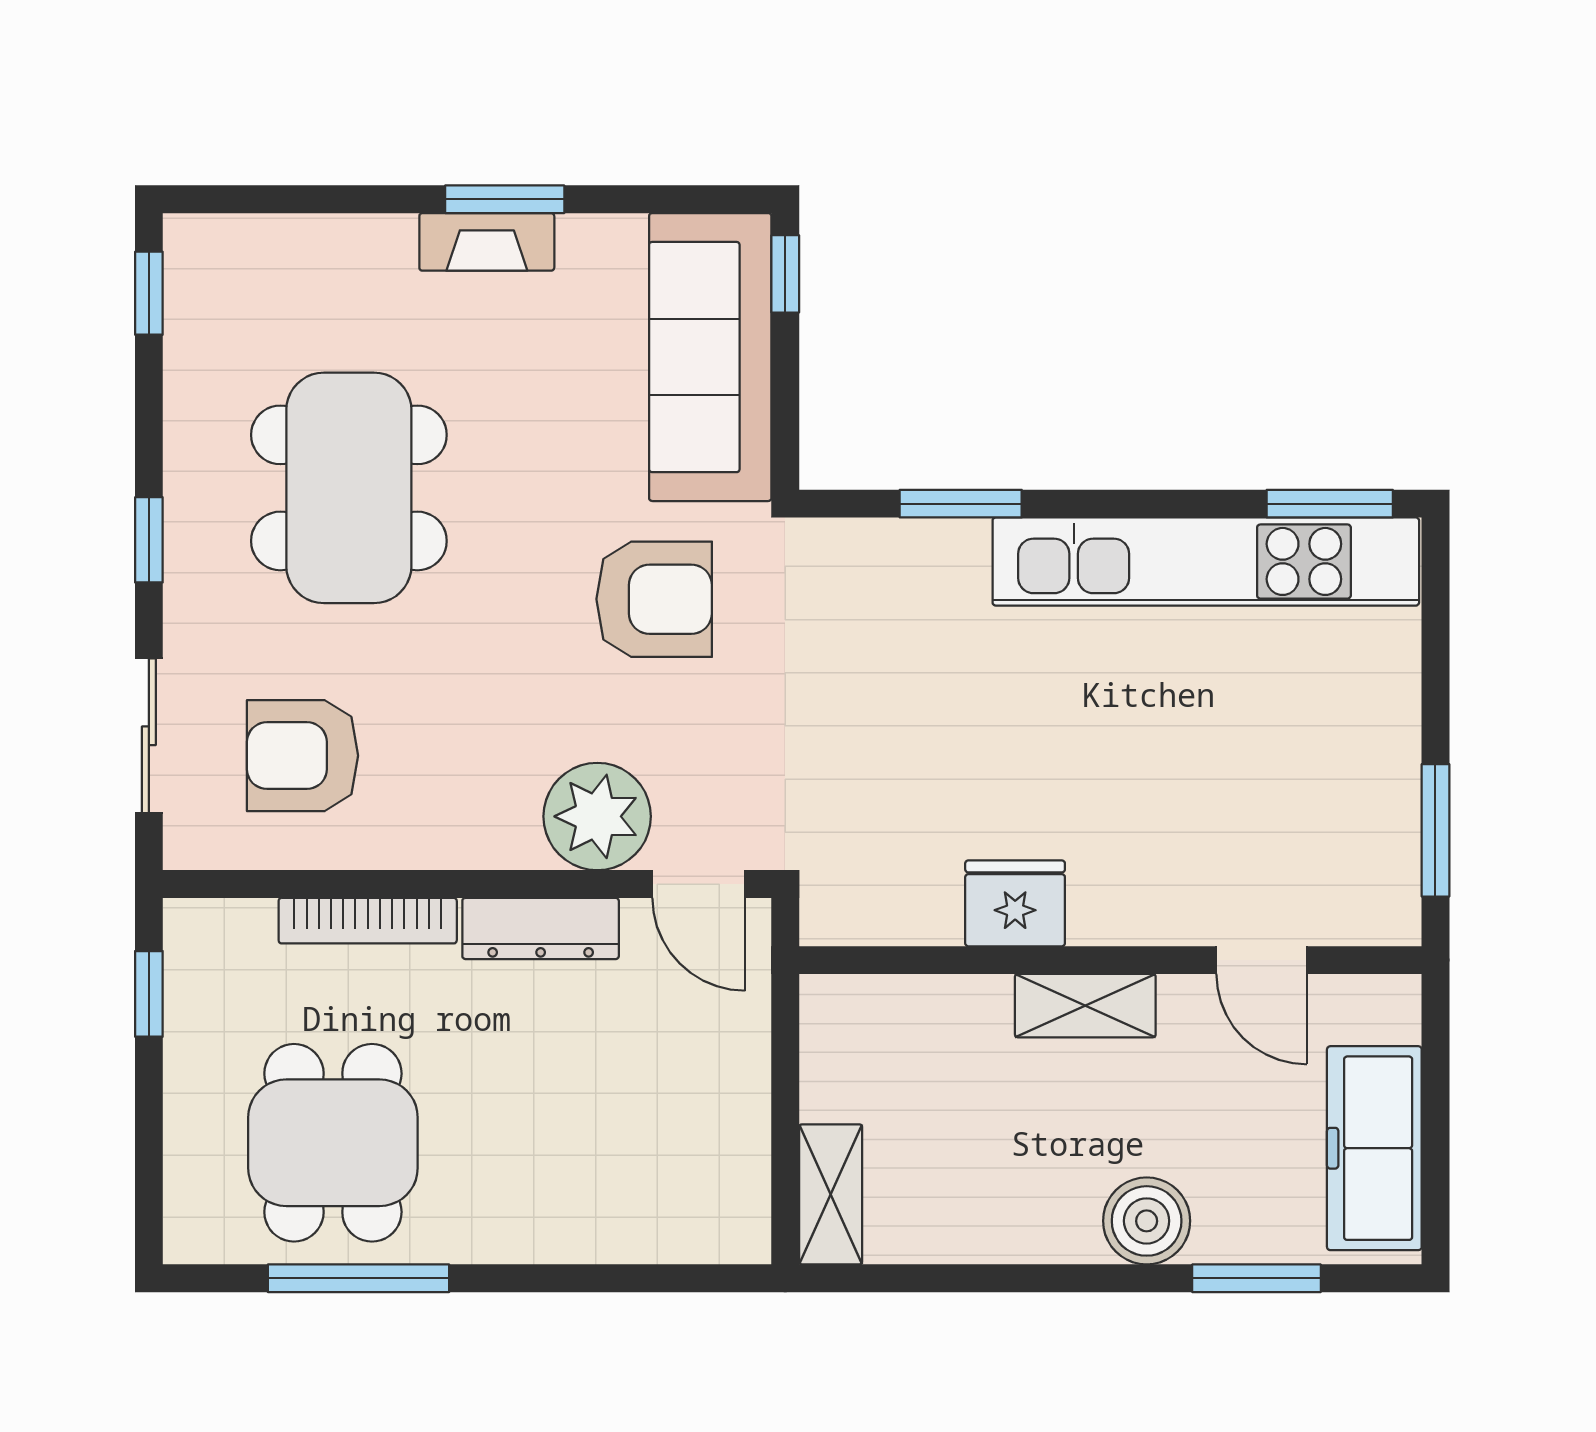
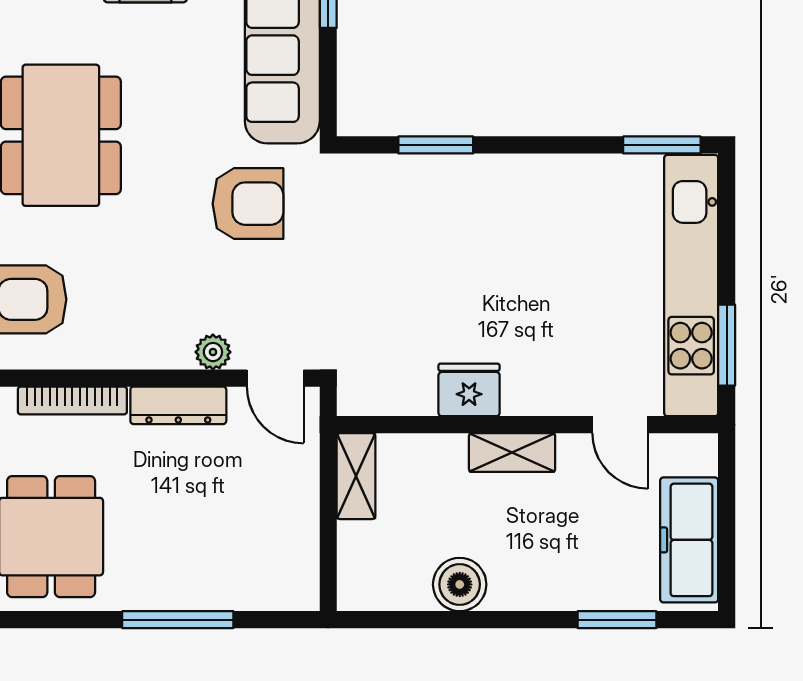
kitchen unit: (1206, 561) -> (691, 286), moved, turned 90
plant: (597, 816) -> (213, 352), width x0.53, depth x0.53
shelving: (831, 1194) -> (356, 476), moved
boiler: (1147, 1221) -> (460, 584), moved
window: (358, 1278) -> (178, 620), moved

